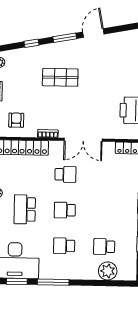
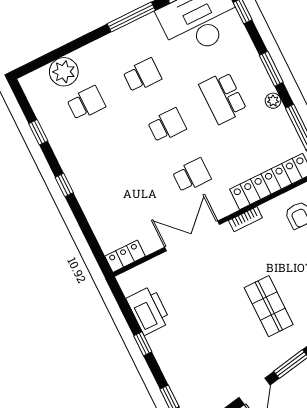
shop shelf: (60, 77) -> (269, 306), turned 90
school desk: (65, 174) -> (192, 175), turned 180
school desk: (25, 209) -> (223, 98), turned 180

